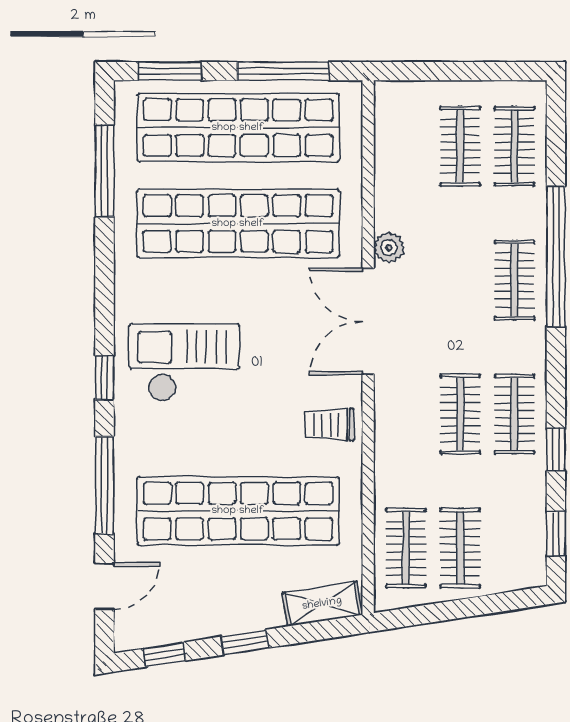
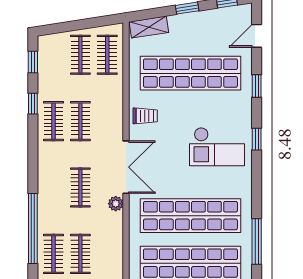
window: (556, 256) -> (33, 229), moved
clothes rail: (514, 280) -> (80, 188), moved
window: (105, 485) -> (257, 86), width x0.46

